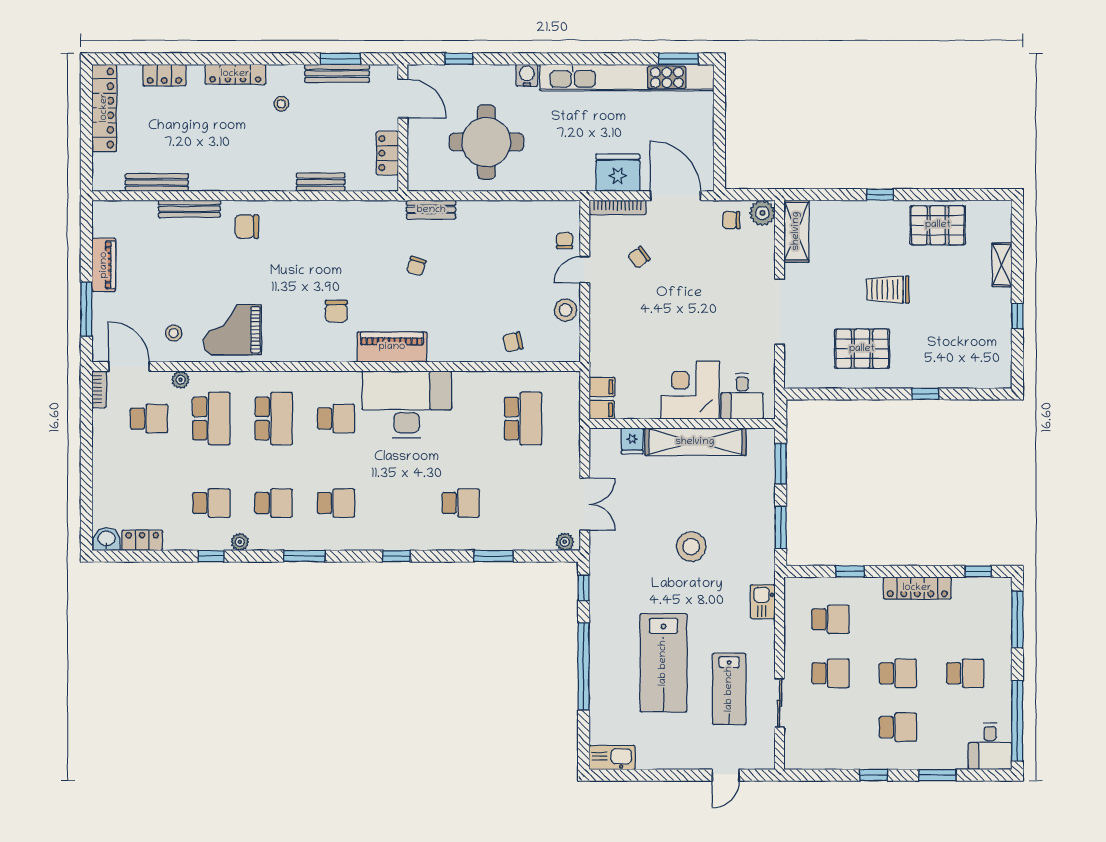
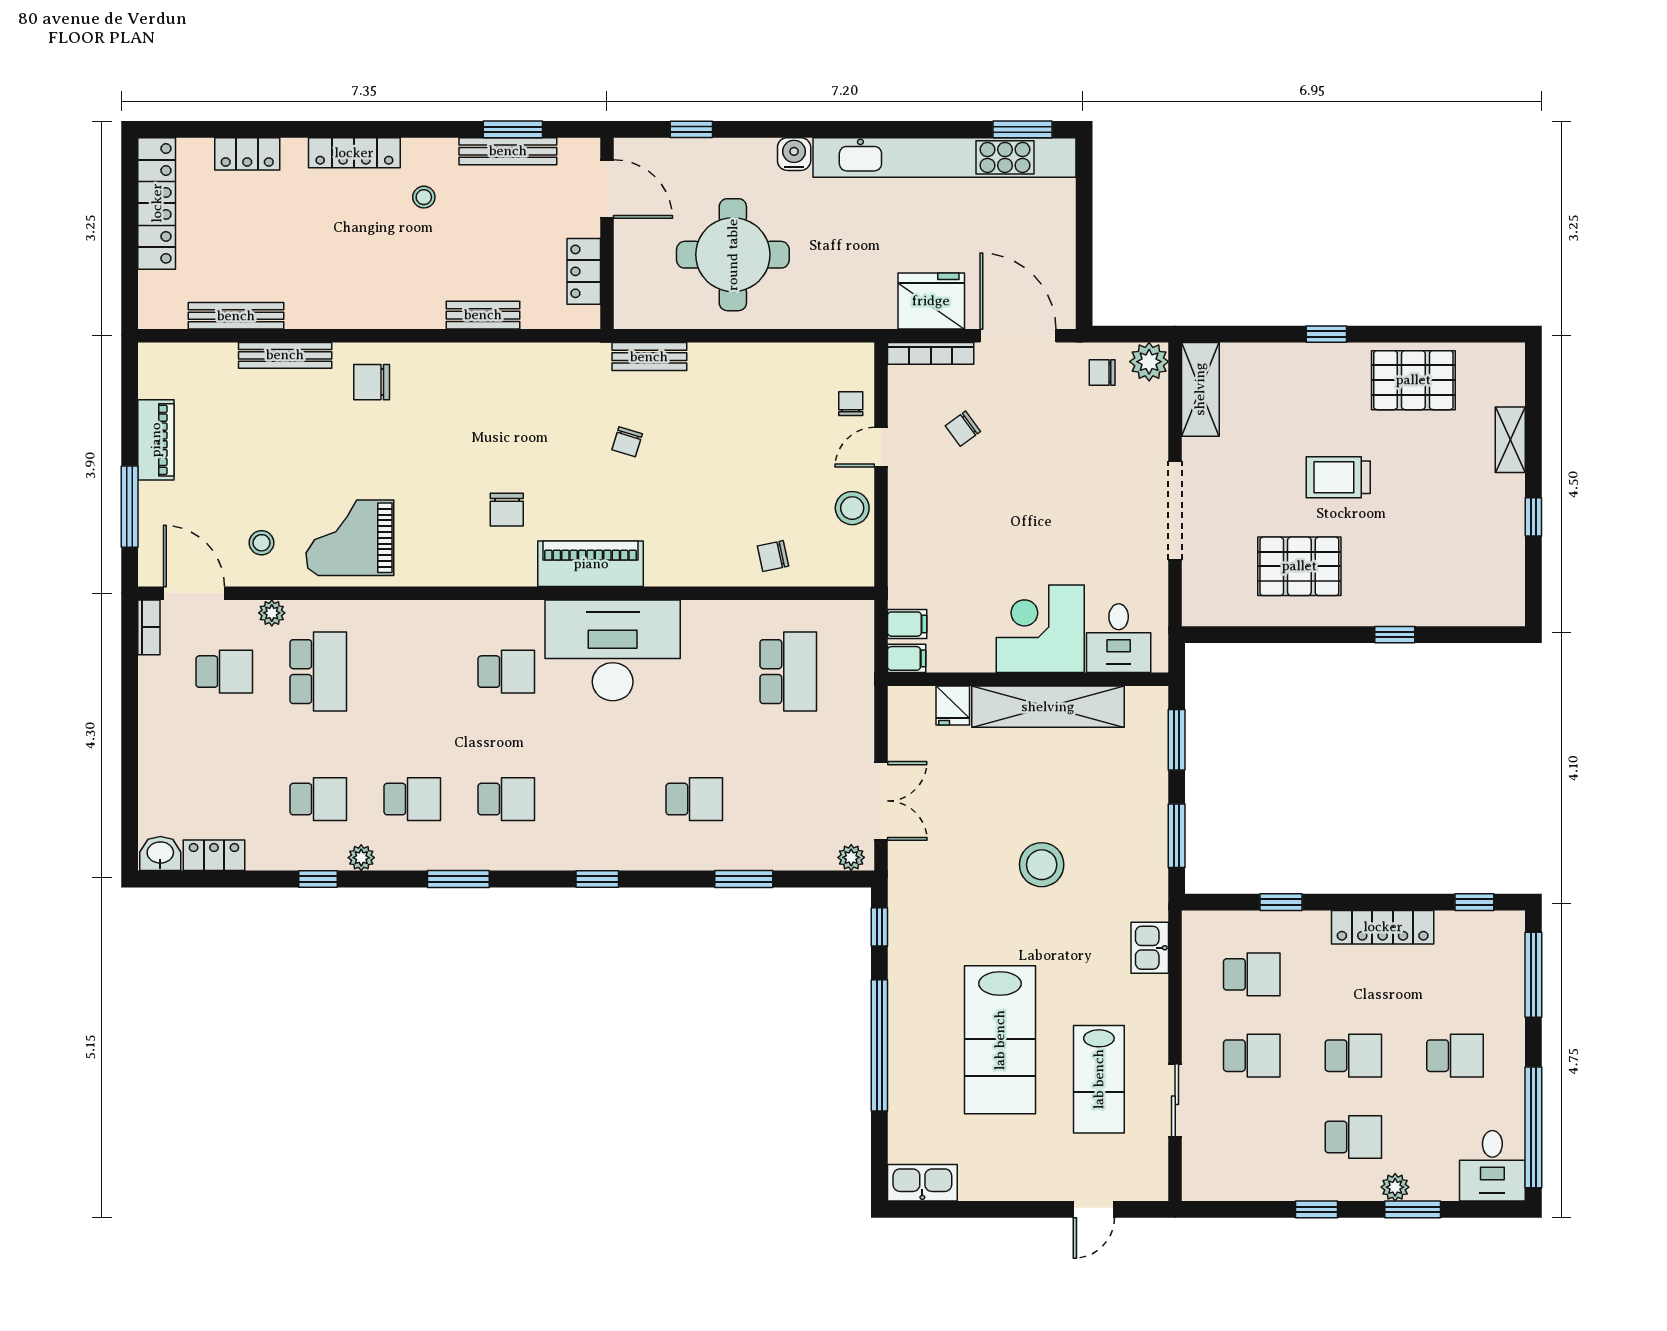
school desk: (274, 419) -> (412, 672), removed
plant: (926, 760) -> (1395, 1187), added

